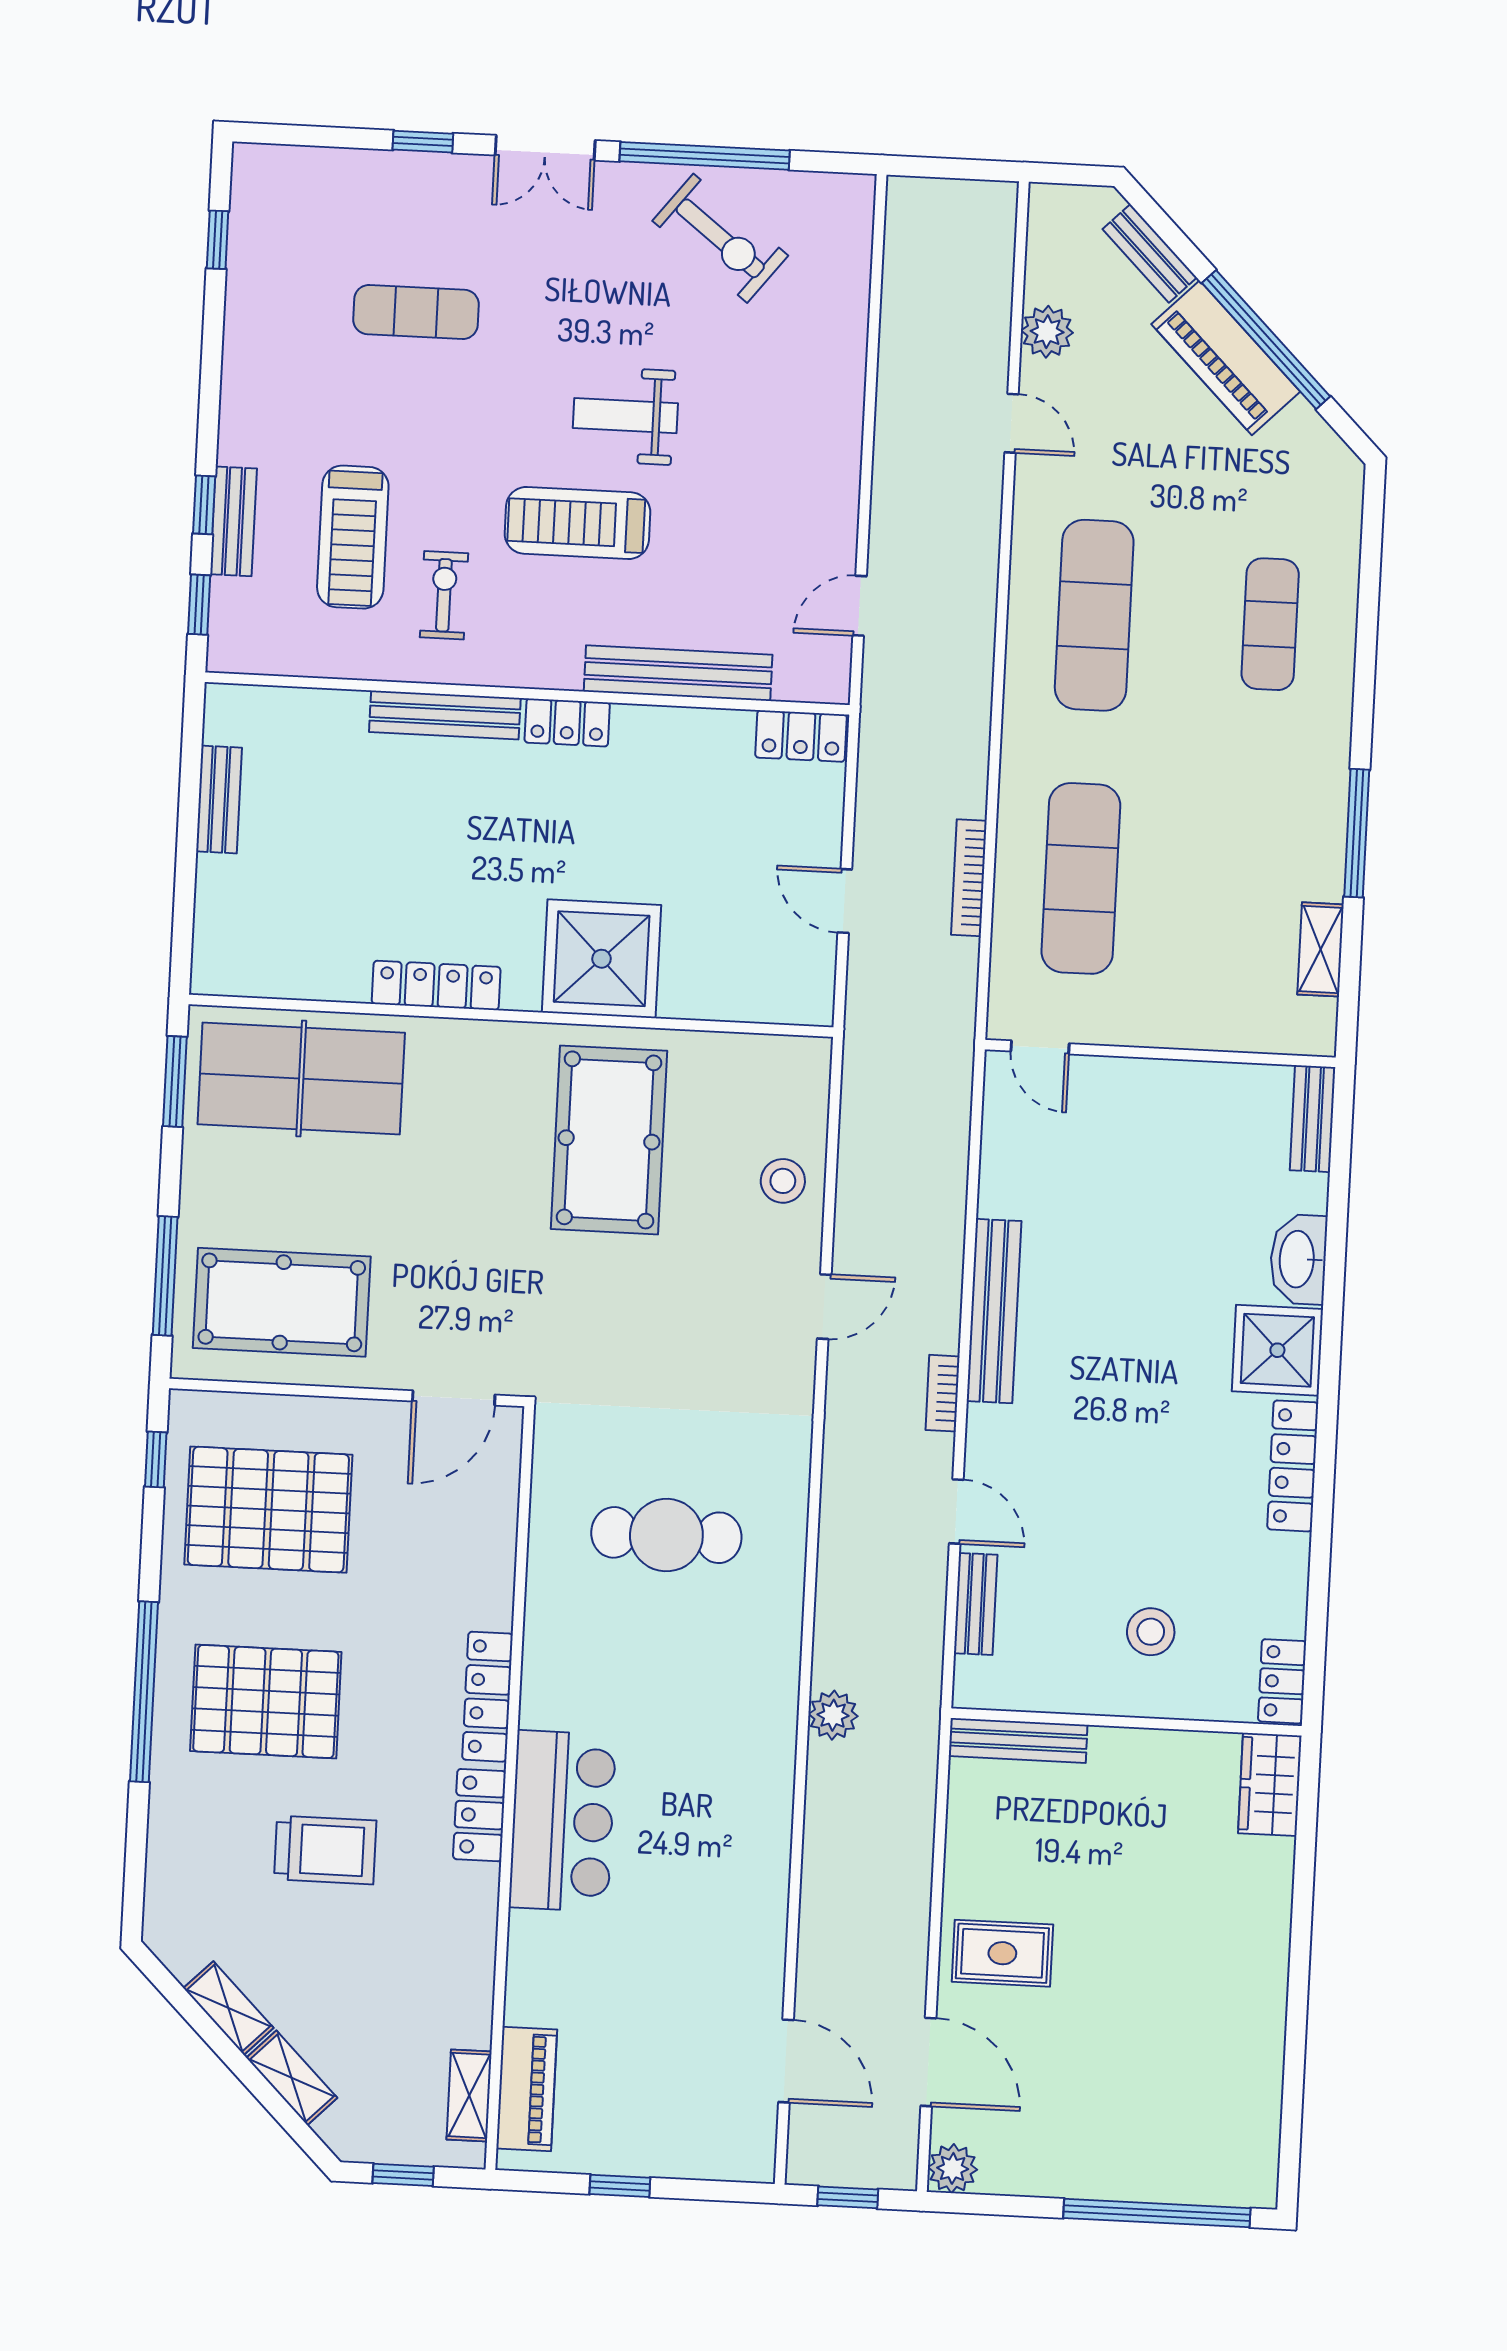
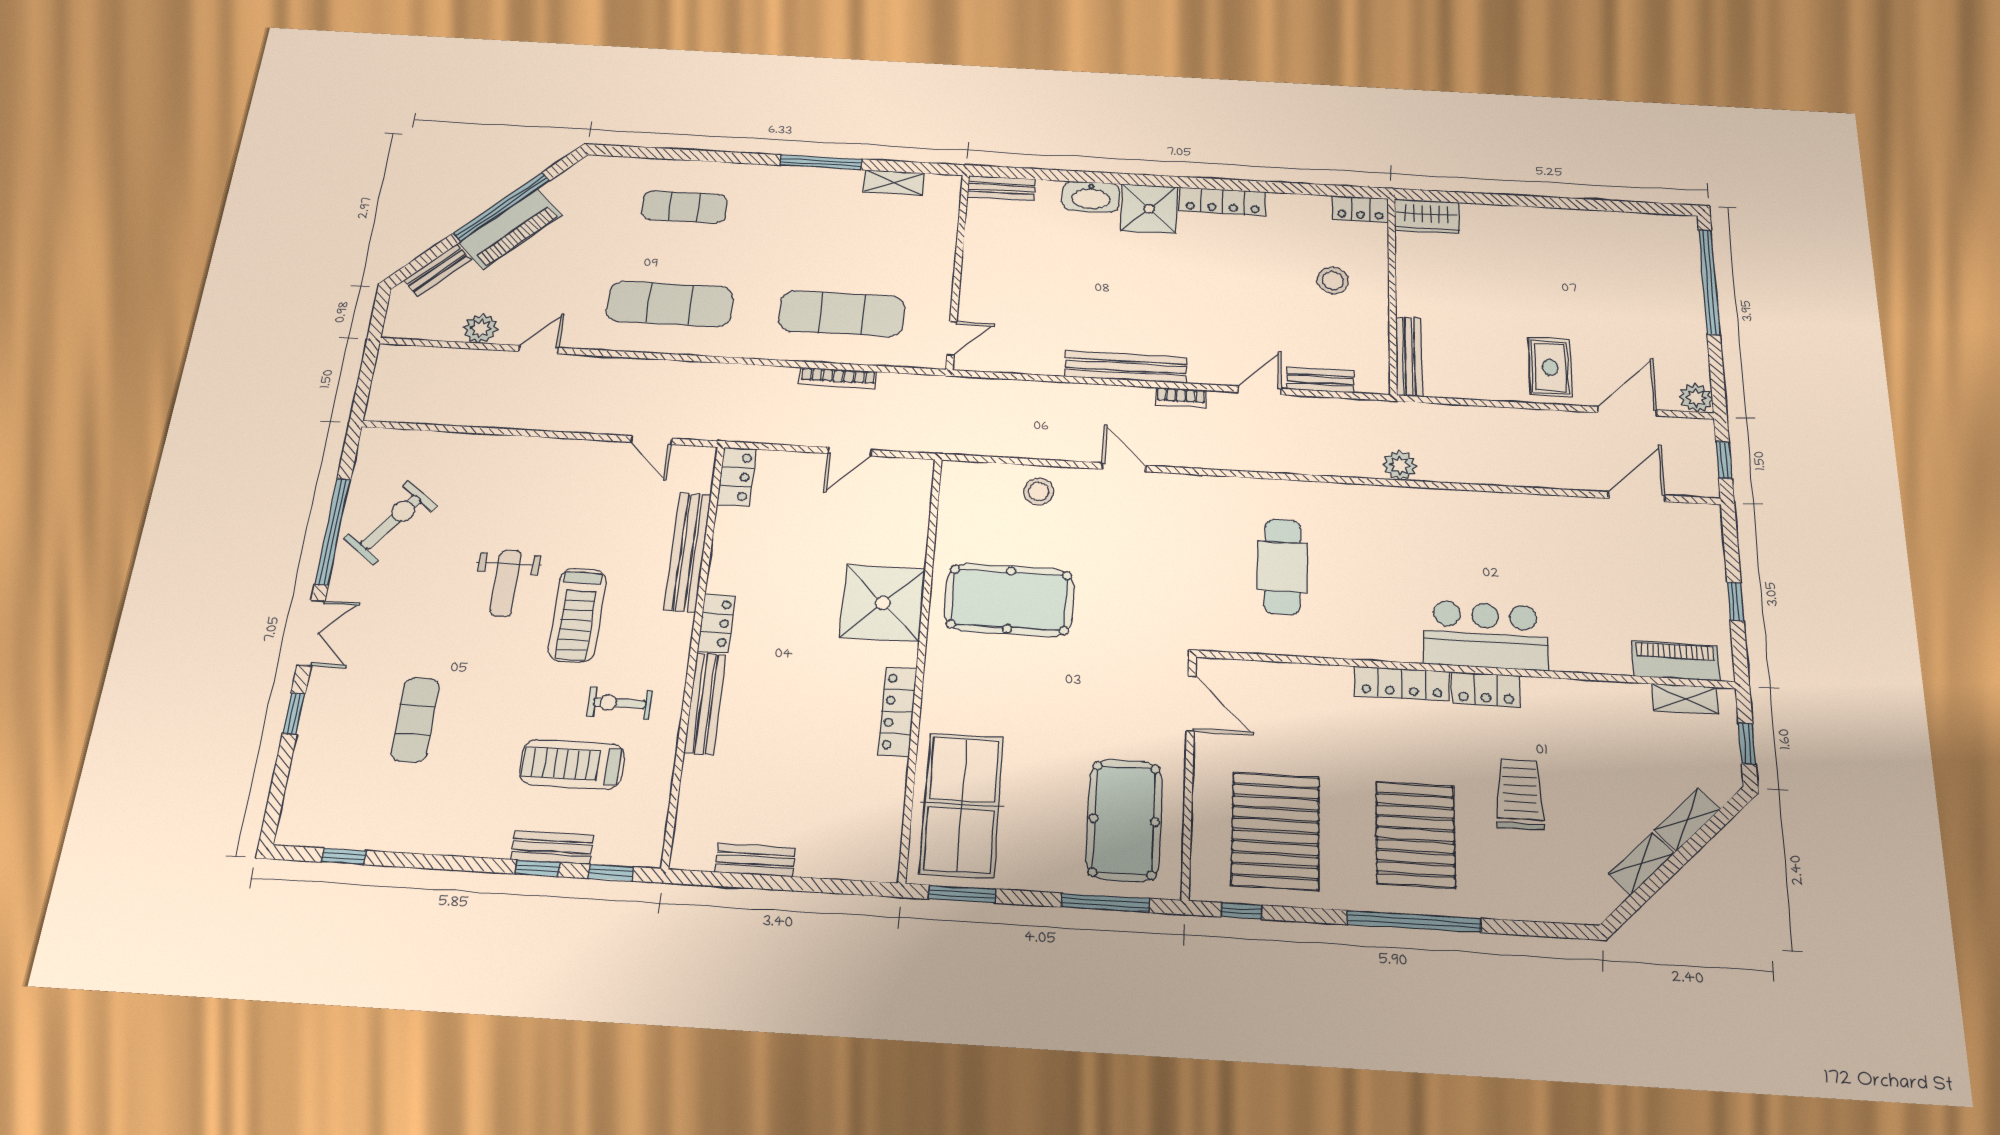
treadmill: (353, 537) -> (572, 764), turned 180

